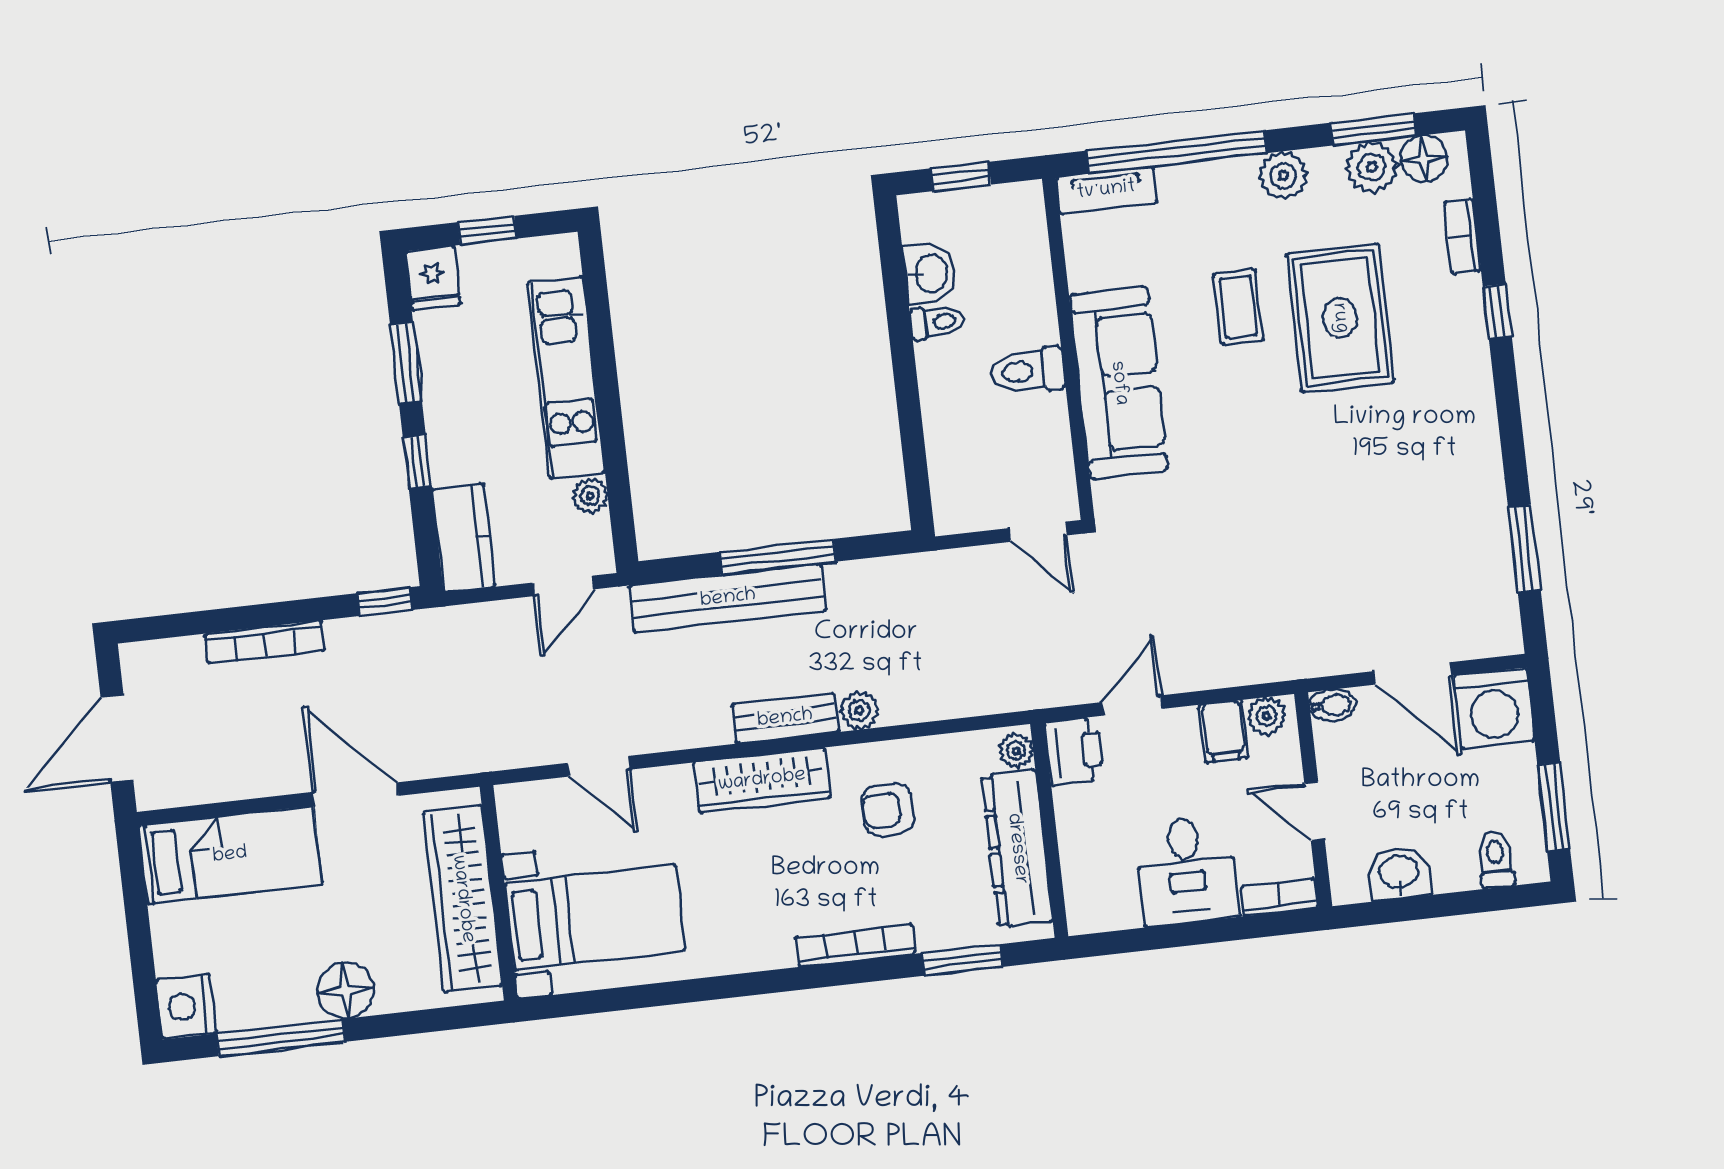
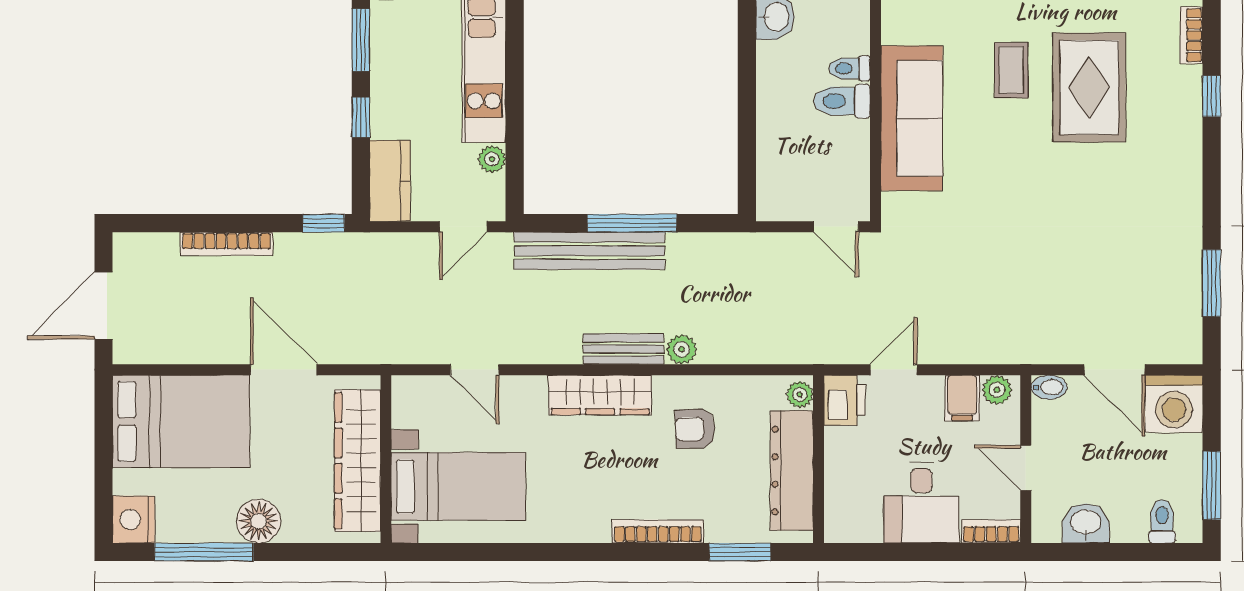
toilet: (937, 322) -> (850, 68), moved, turned 180
bed: (230, 855) -> (181, 421), width x1.50

